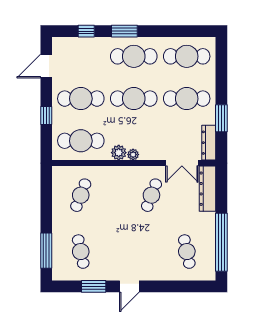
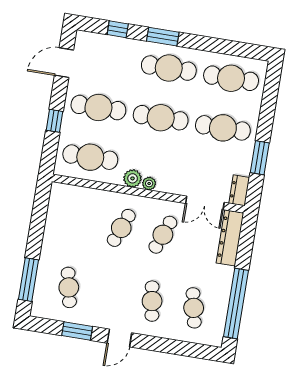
dresser: (209, 143) -> (239, 190), width x0.70
cafe table: (81, 195) -> (121, 228), moved
cafe table: (151, 252) -> (152, 301), added

